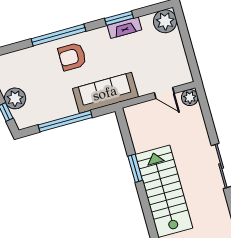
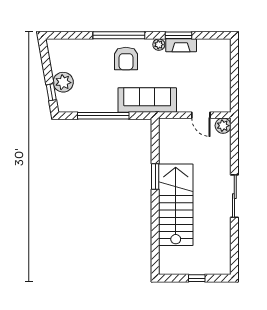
plant: (165, 21) -> (159, 45), moved, width x0.53, depth x0.53
armchair: (72, 57) -> (126, 59), turned -90

